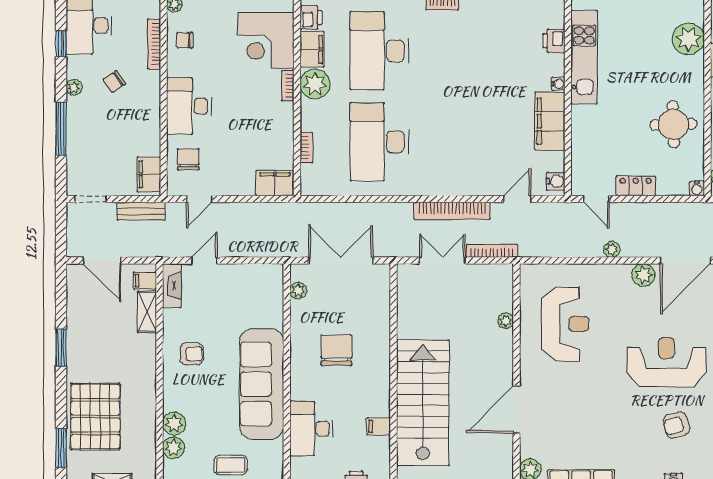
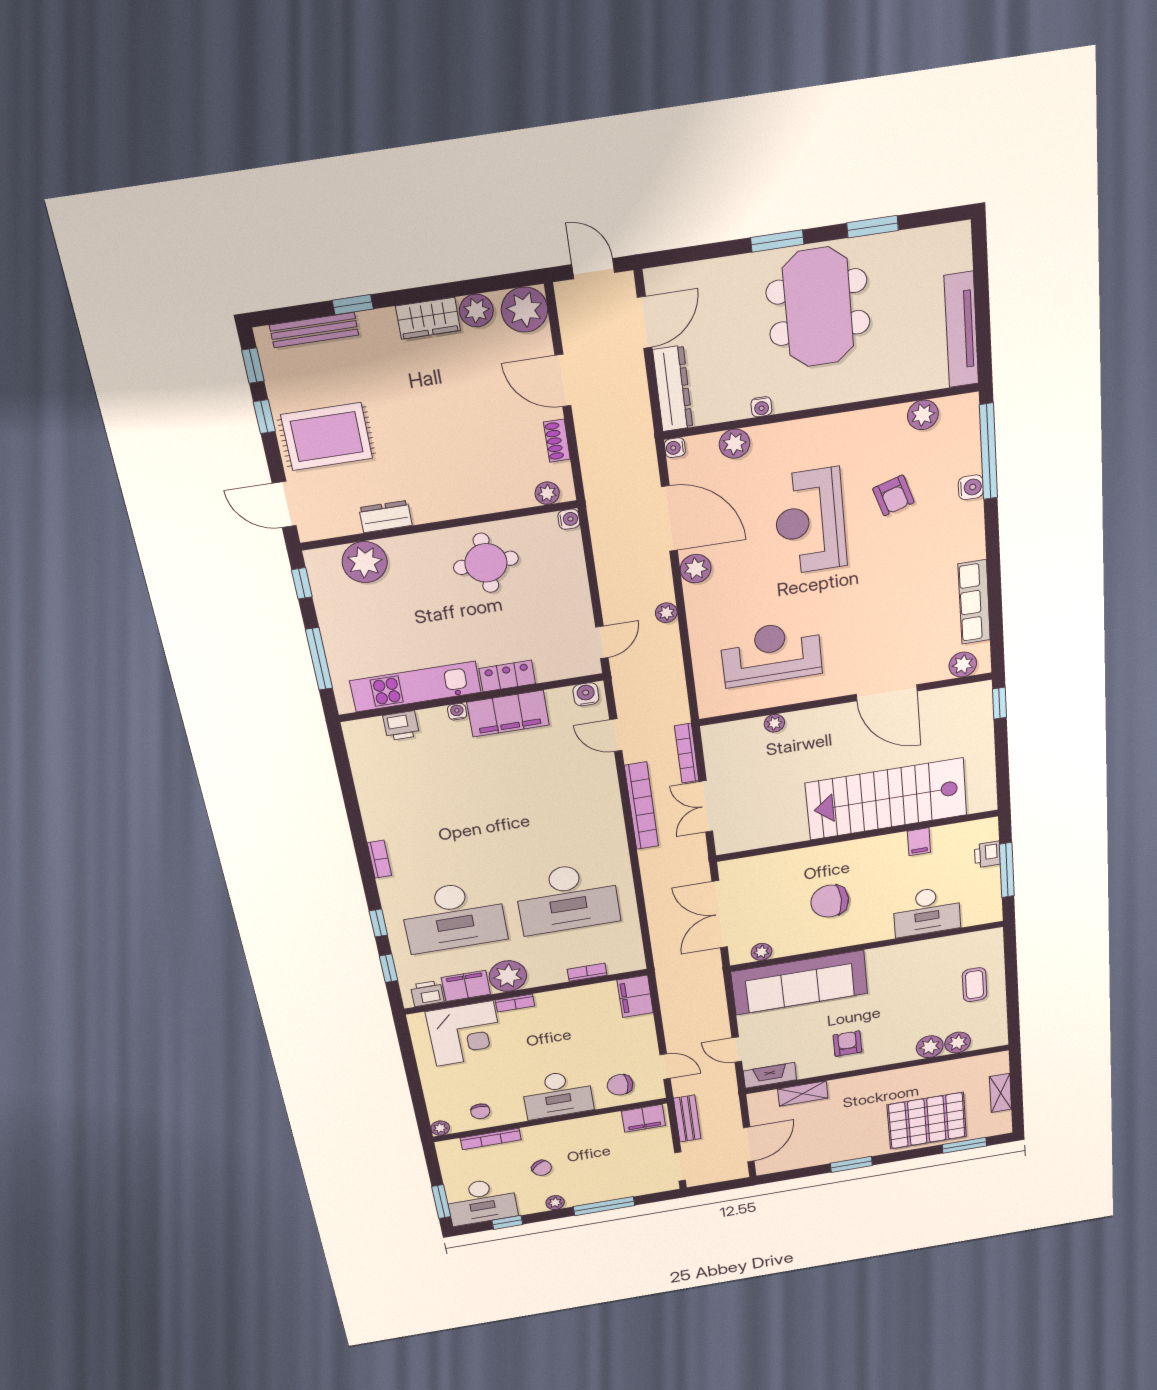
locker: (636, 186) -> (507, 676), moved, turned 90
filing cabinet: (145, 281) -> (767, 1101), removed
sofa: (262, 384) -> (800, 983), moved

